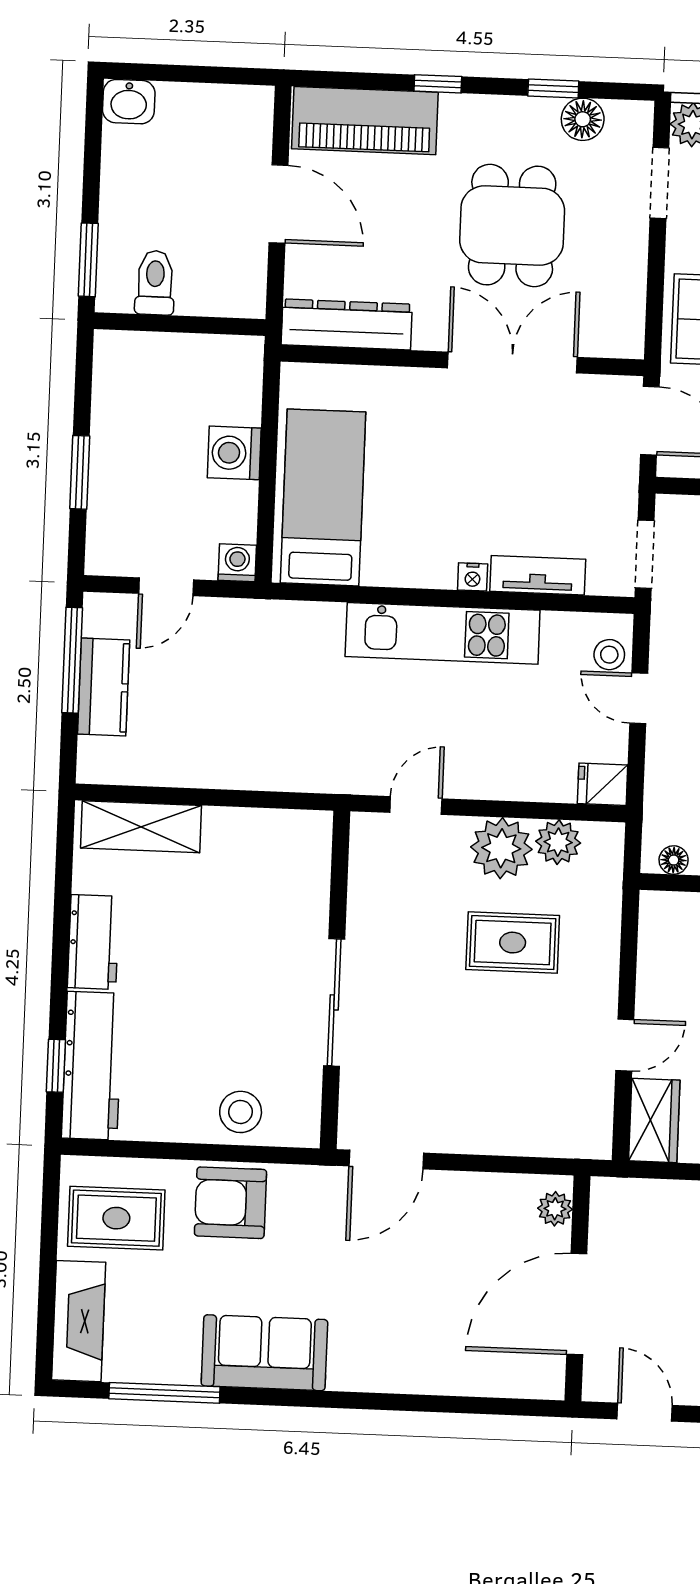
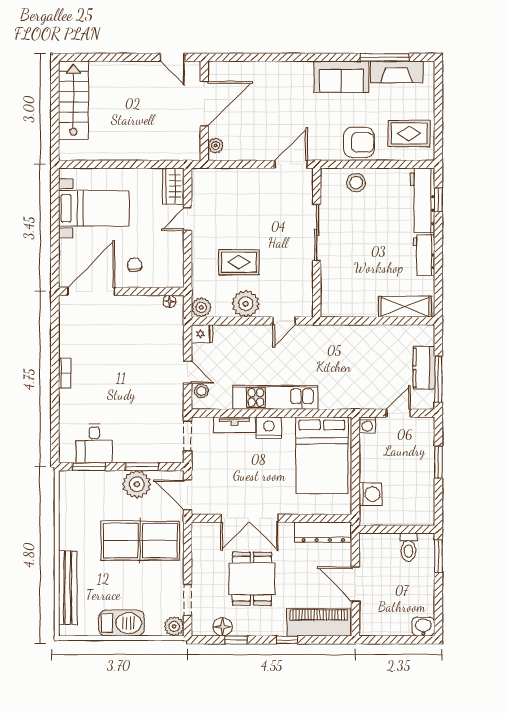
washing machine: (234, 453) -> (371, 494), moved
bed: (323, 497) -> (322, 455), width x1.50
nightstand: (473, 577) -> (269, 428), width x1.89, depth x1.79
plant: (558, 842) -> (201, 307), moved
fireplace: (79, 1321) -> (396, 72), moved, turned -90

